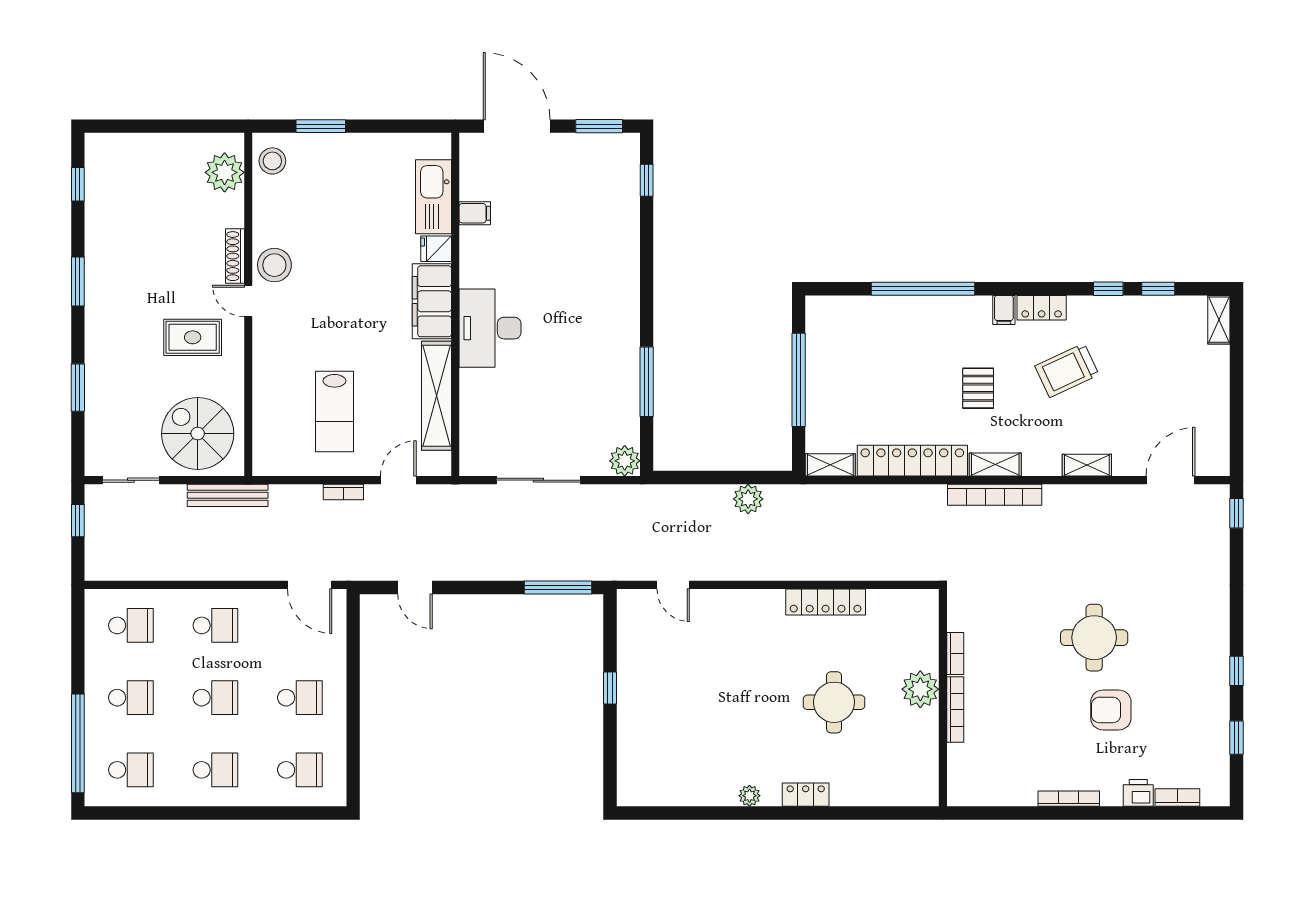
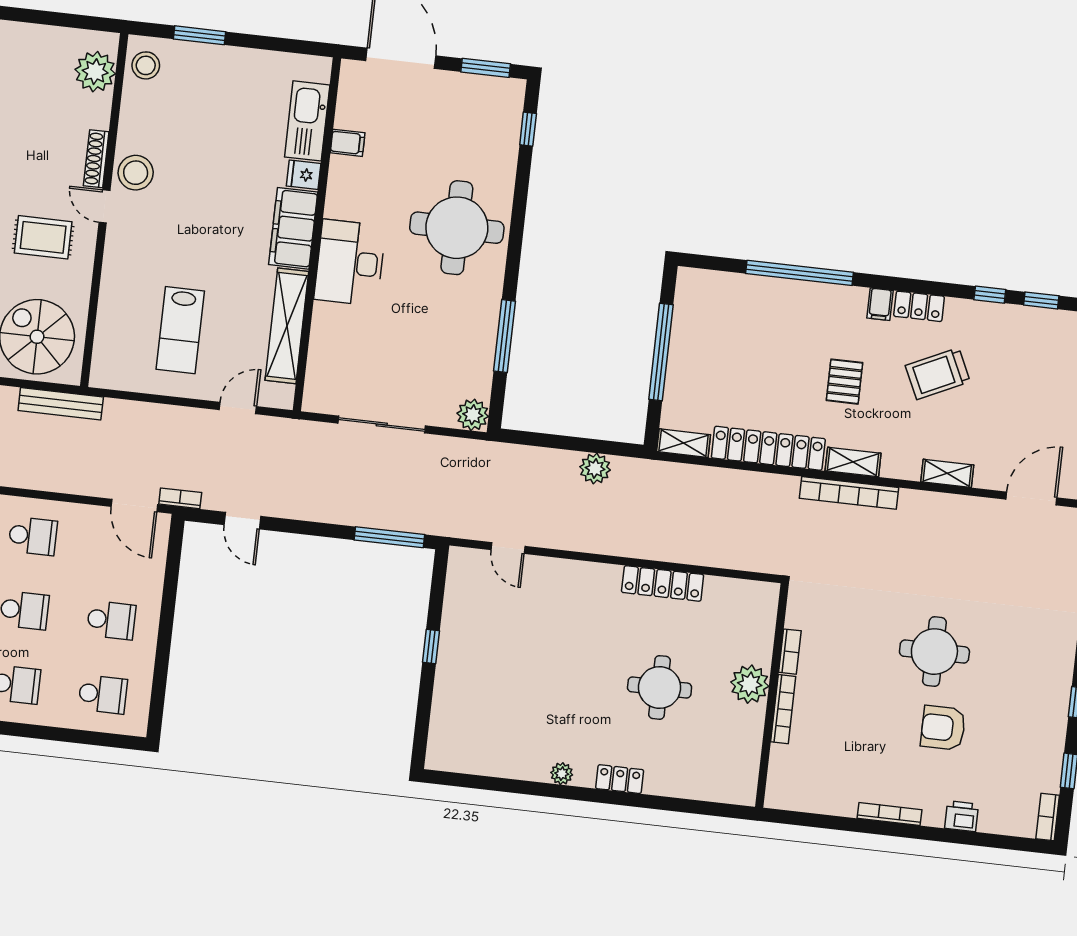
round table: (589, 283) -> (457, 228), added
bookcase: (343, 492) -> (180, 498), moved, turned 180
bookcase: (1177, 798) -> (1048, 817), moved, turned -90

